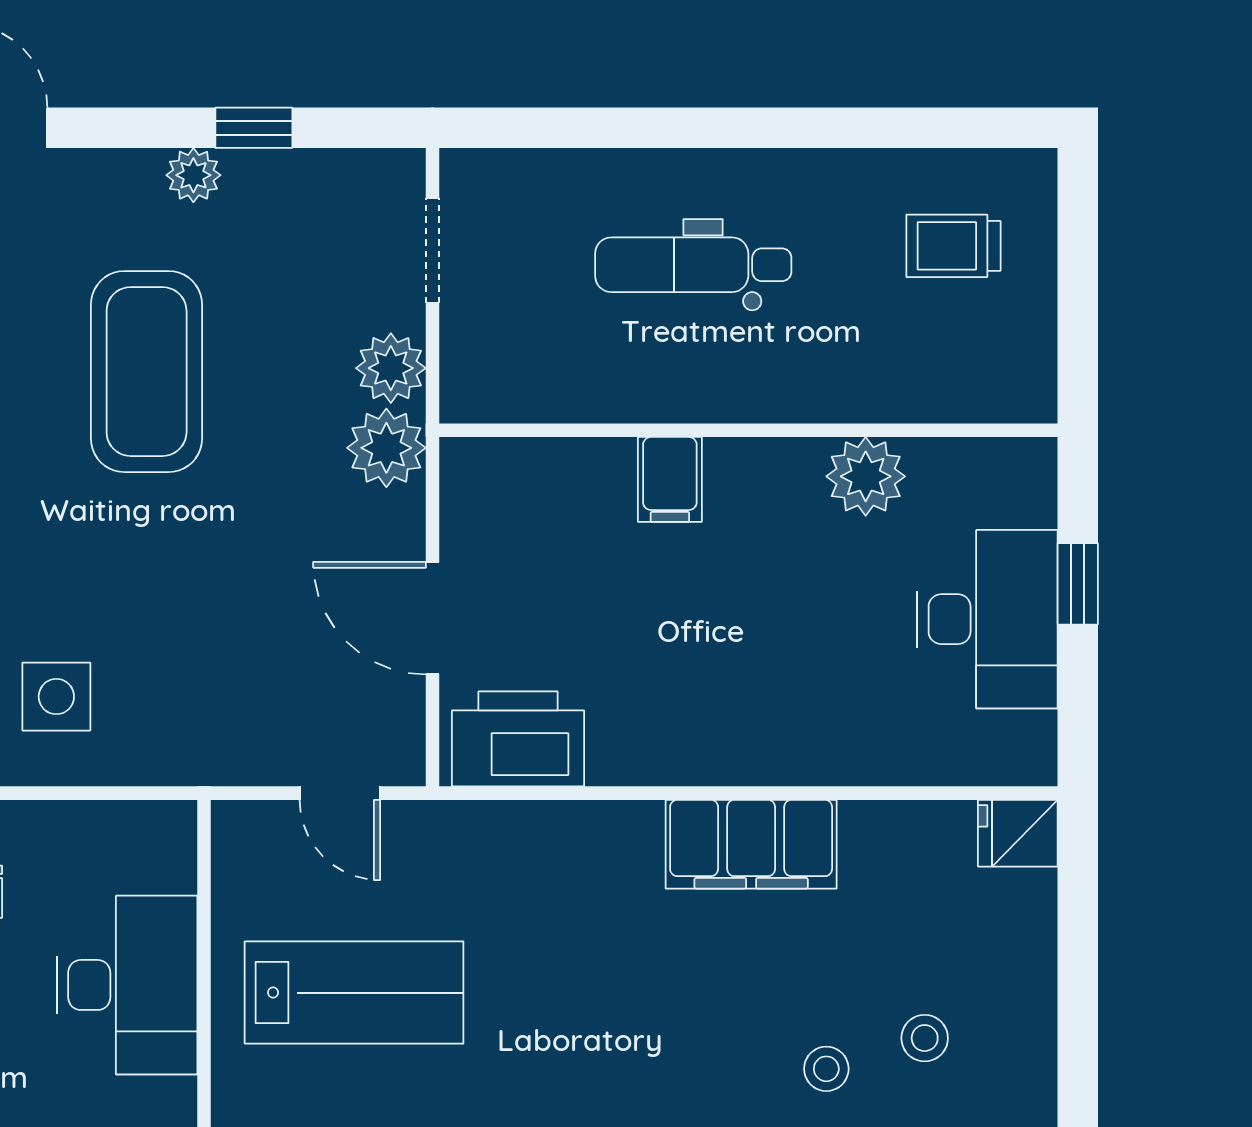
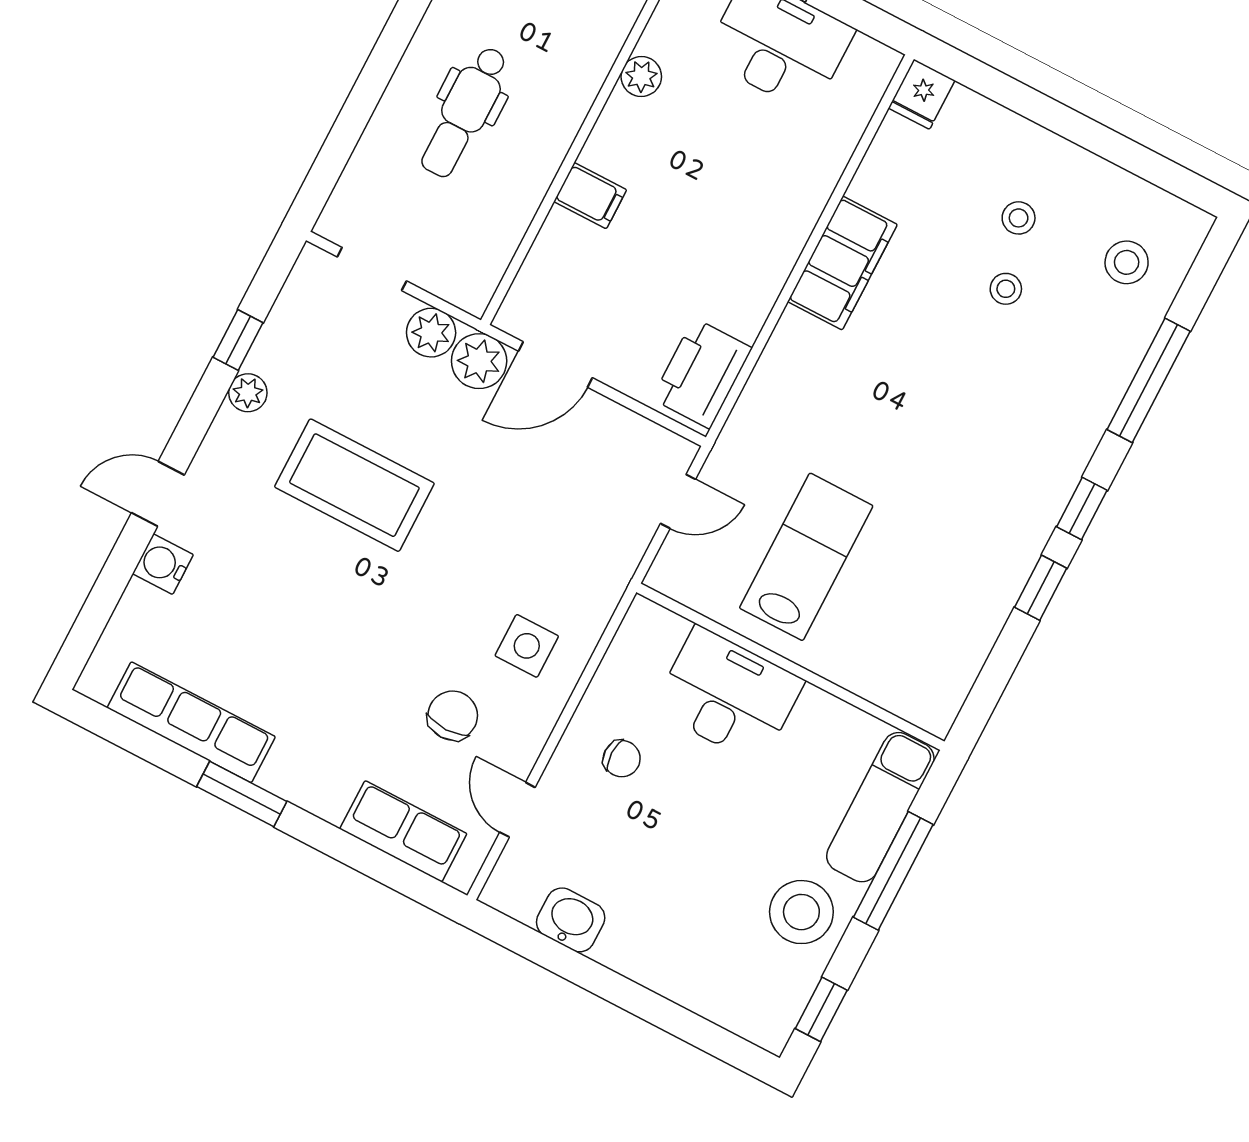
plant: (866, 476) -> (641, 76), width x0.73, depth x0.73
door: (432, 618) -> (555, 364), moved

